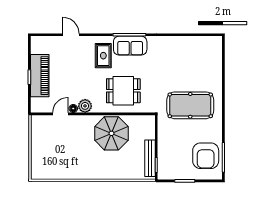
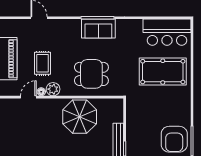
bar counter: (198, 49) -> (167, 32), added
rug: (103, 56) -> (43, 63), moved
pool table: (190, 105) -> (163, 72), moved

